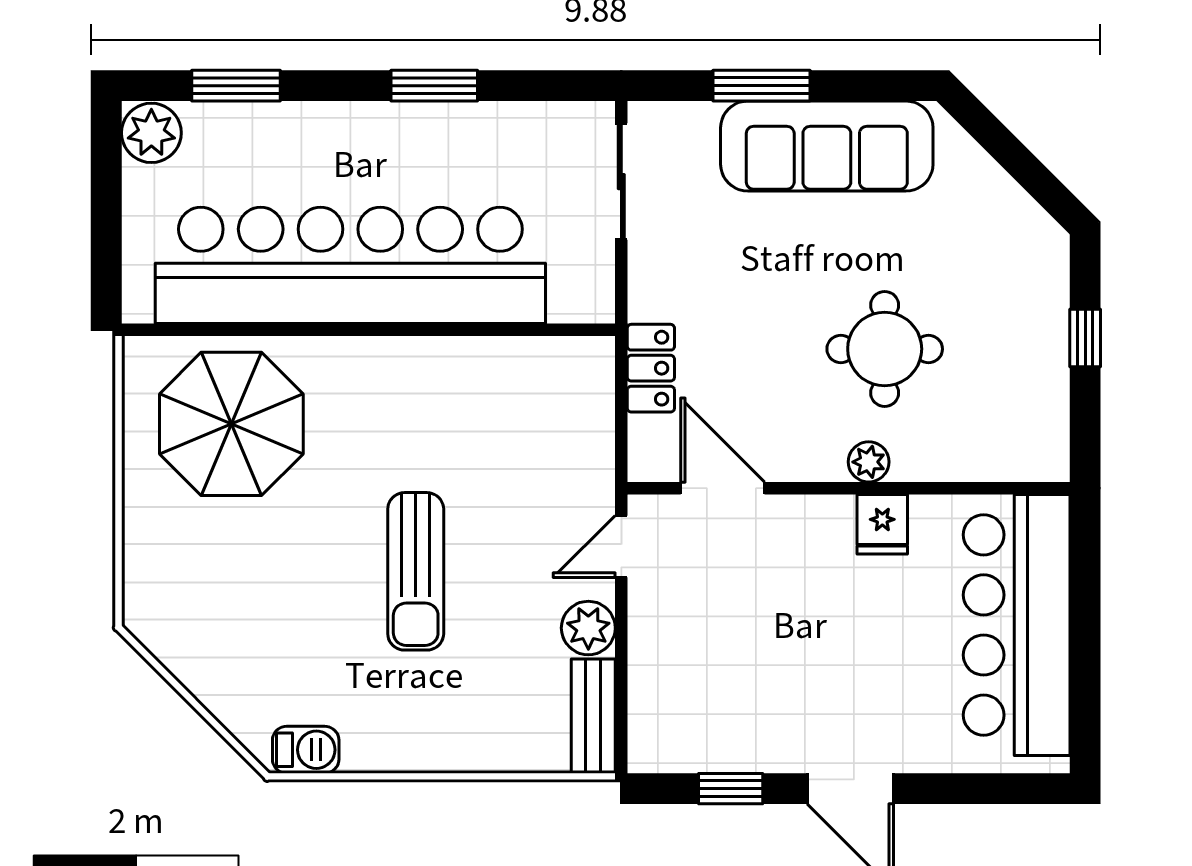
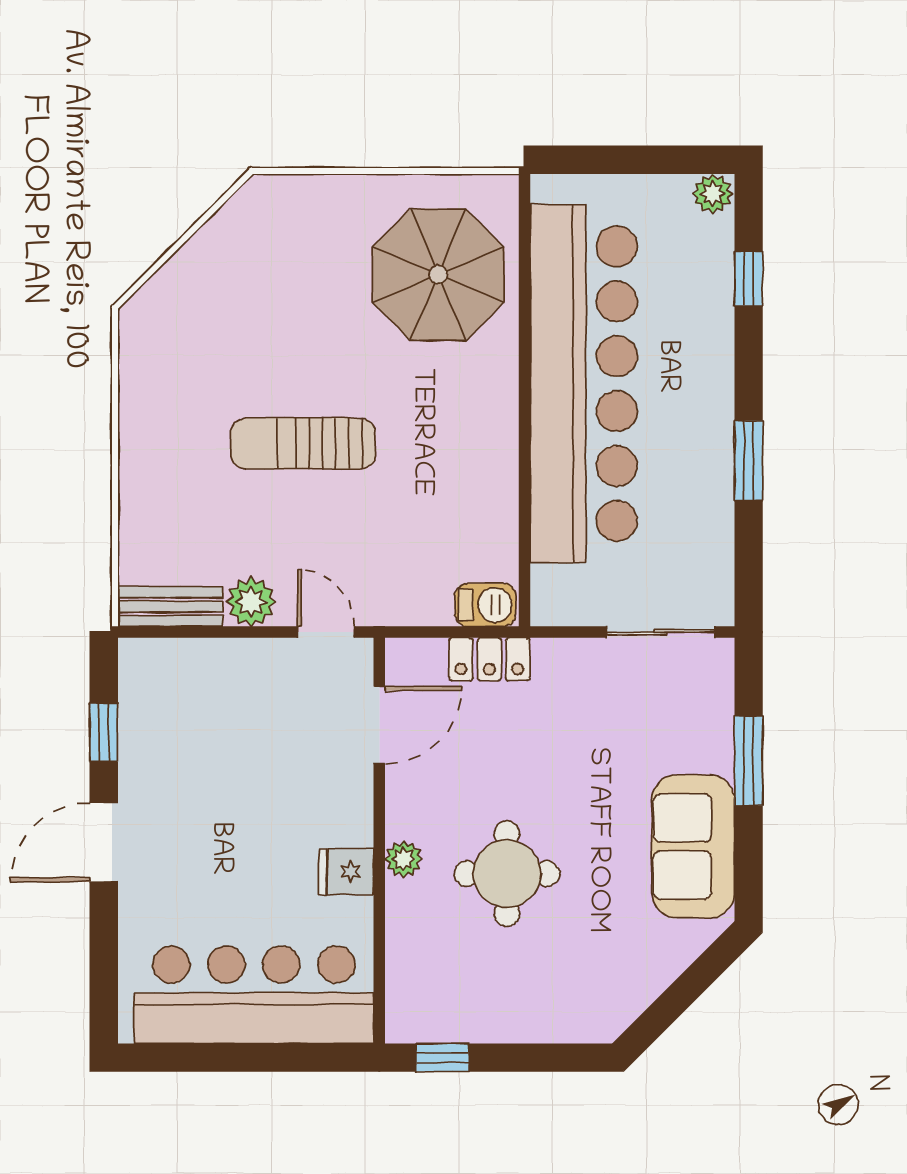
window: (236, 86) -> (749, 279), width x0.67
plant: (151, 133) -> (713, 194), width x0.73, depth x0.73
sofa: (827, 146) -> (693, 846), width x0.73
window: (1085, 338) -> (442, 1058), moved
barbecue: (306, 750) -> (485, 605), moved, turned -90

